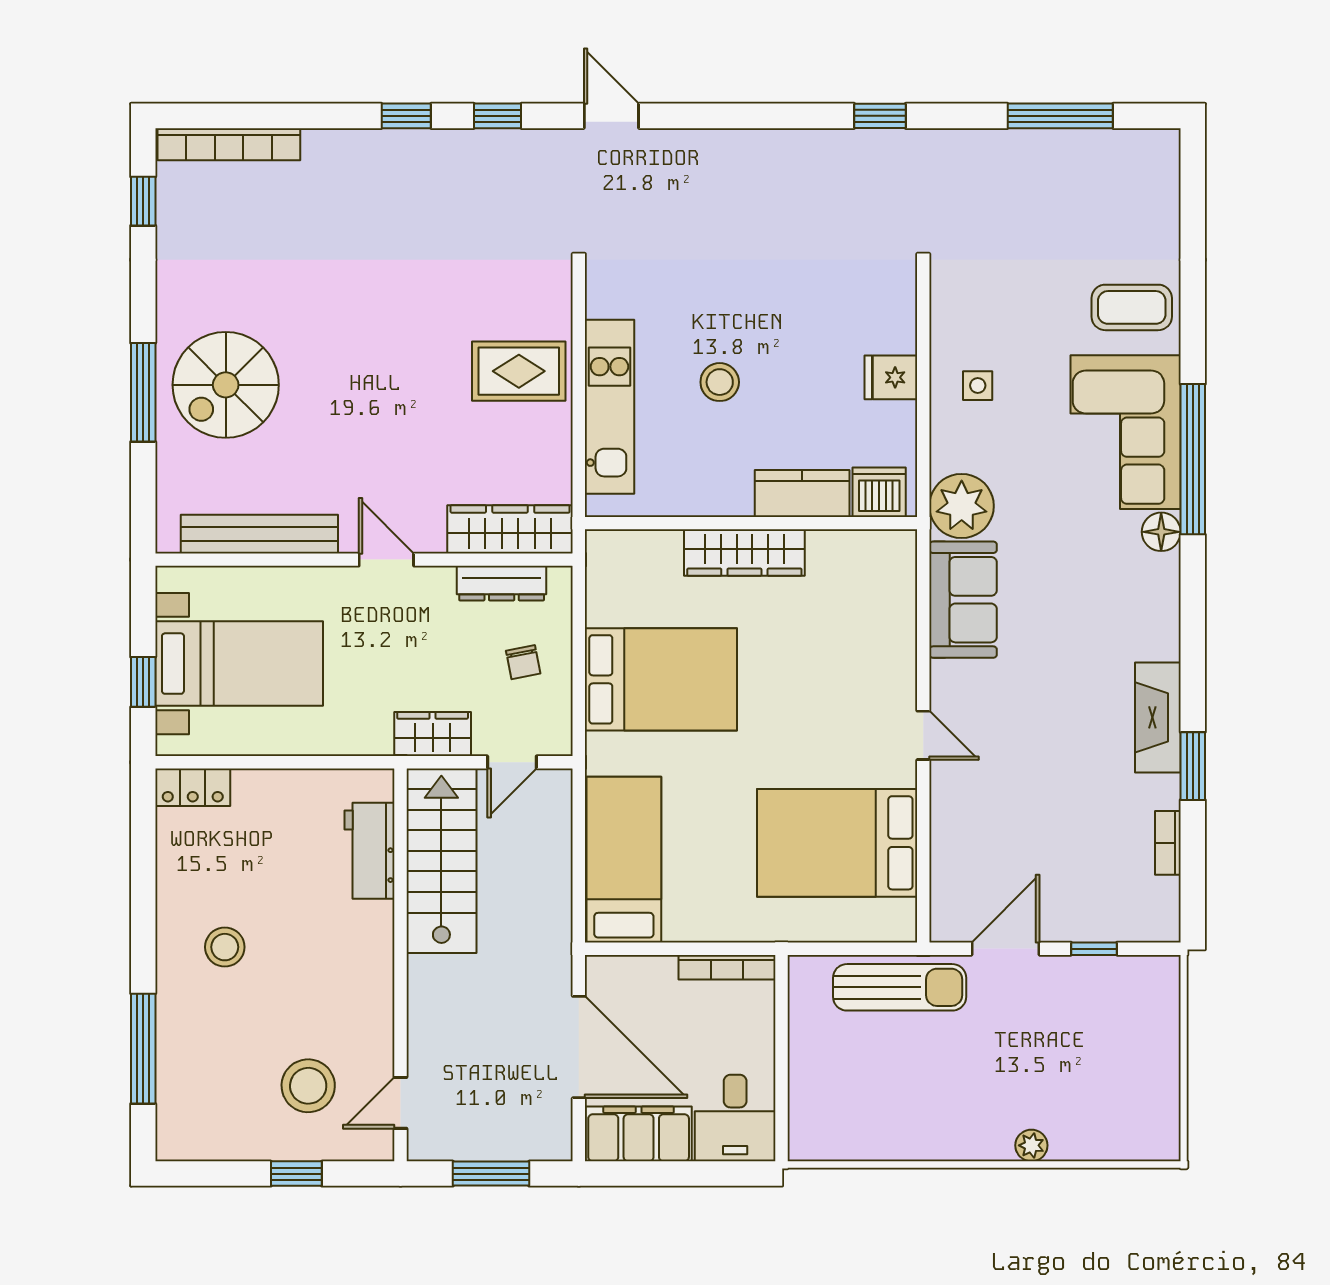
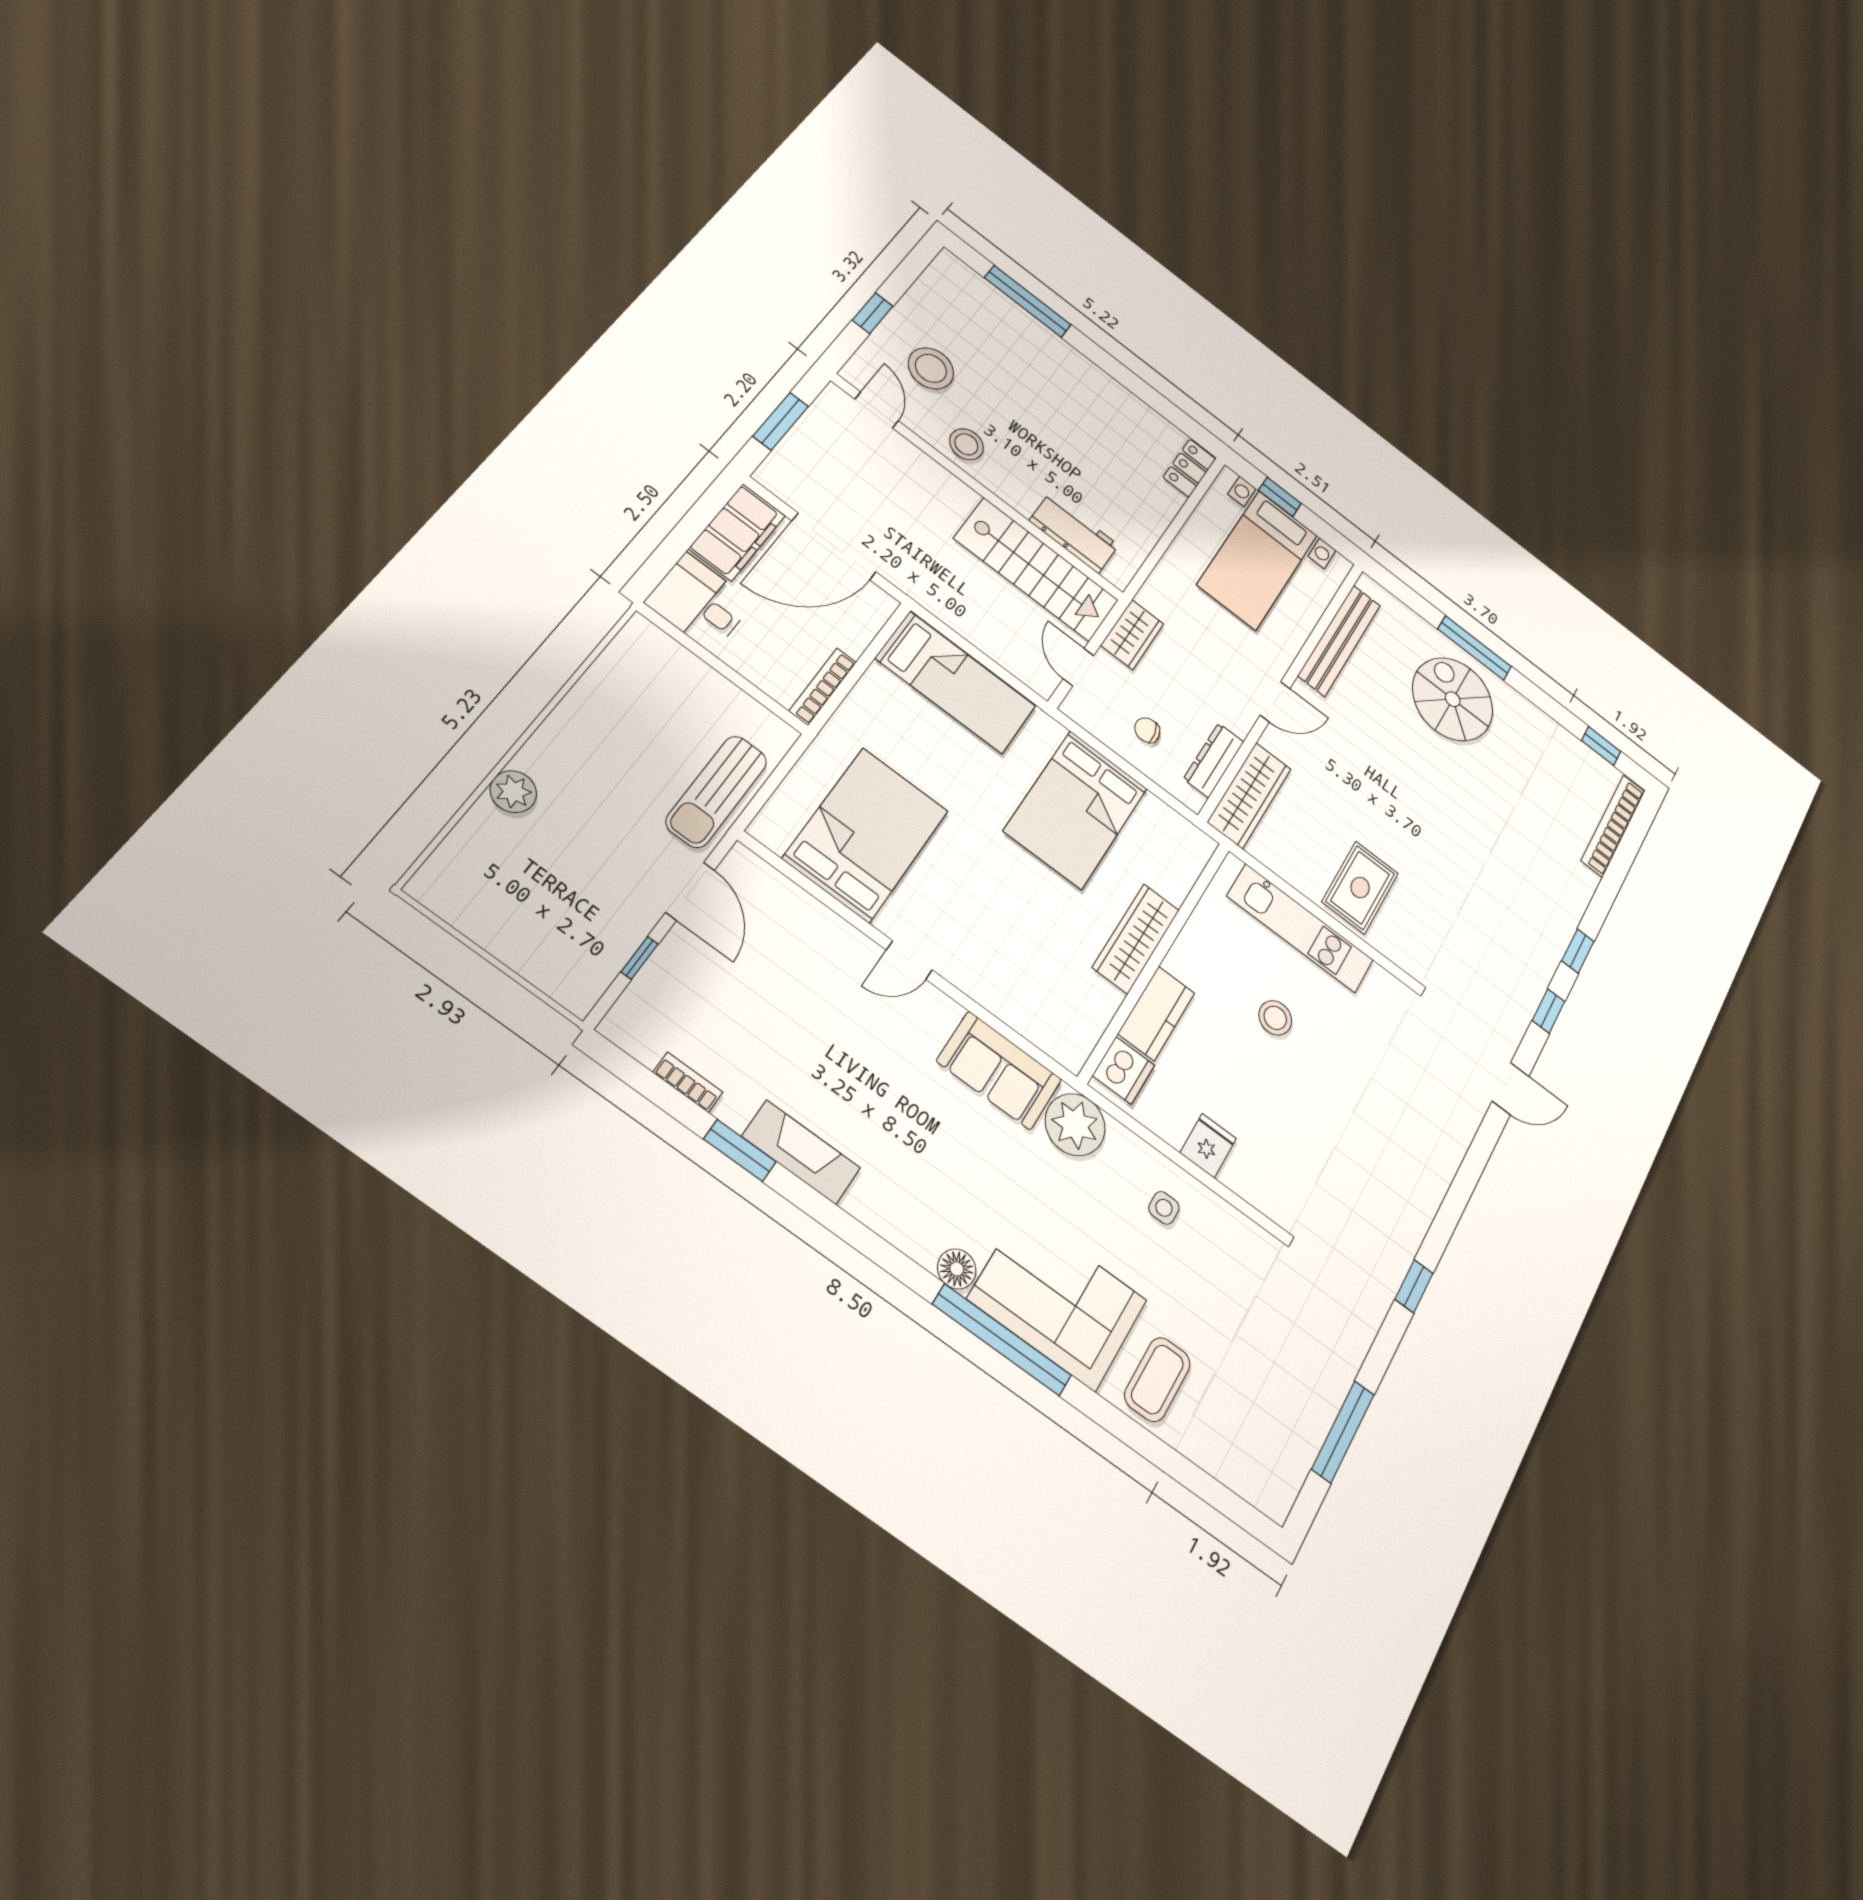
stool: (225, 947) -> (966, 444), moved
plant: (1031, 1145) -> (513, 792), width x1.38, depth x1.38

